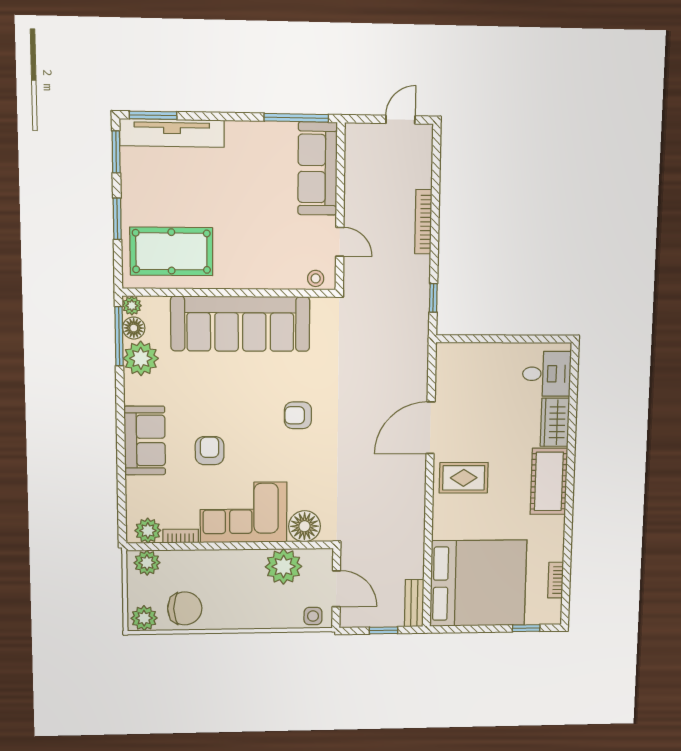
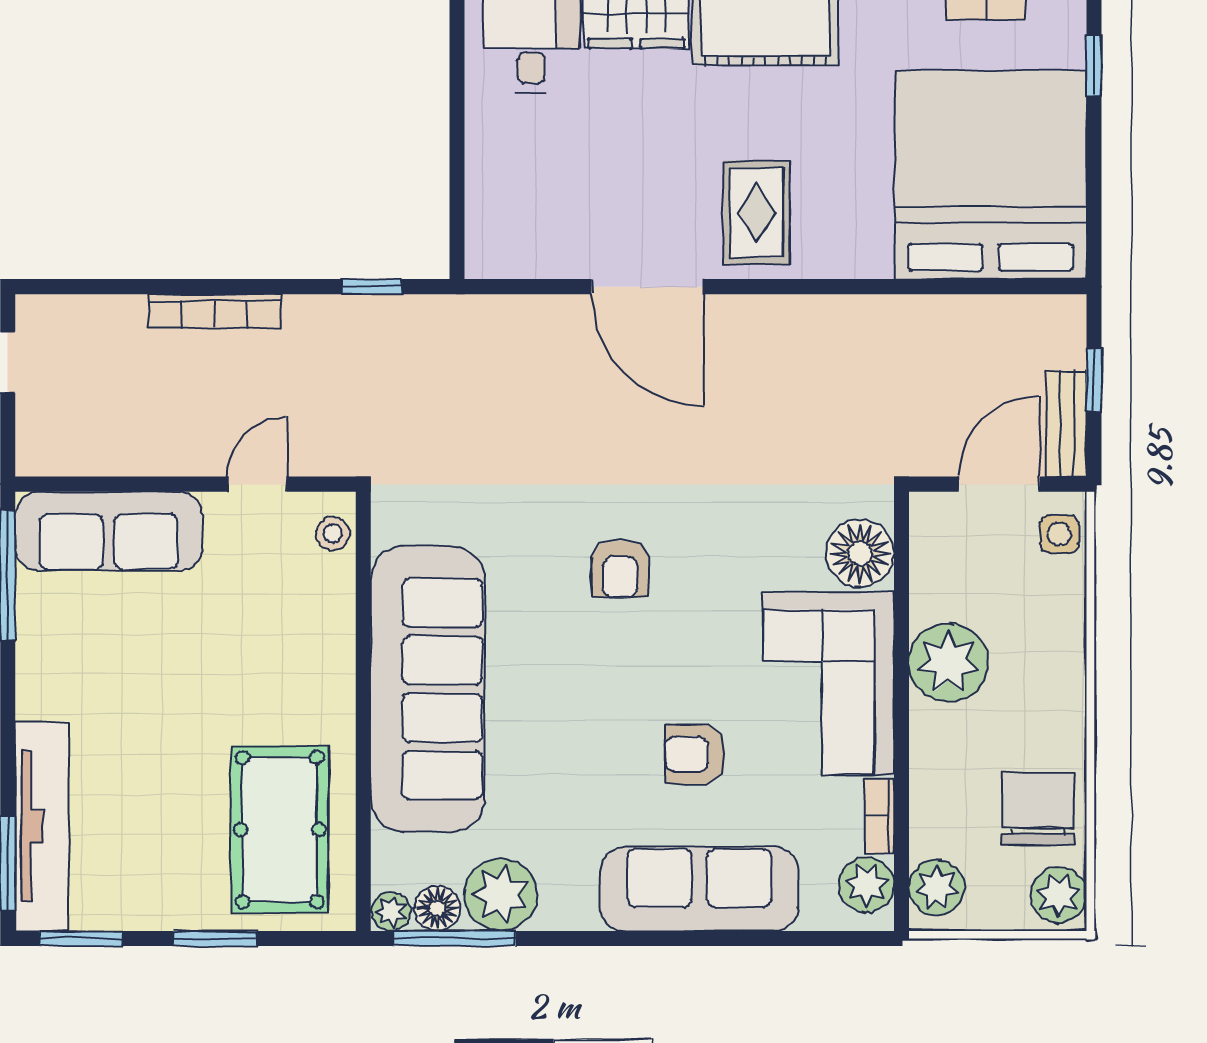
sofa: (145, 440) -> (699, 889), width x1.36
plant: (284, 567) -> (948, 663), moved
bench: (414, 603) -> (1066, 424), moved, turned 90

